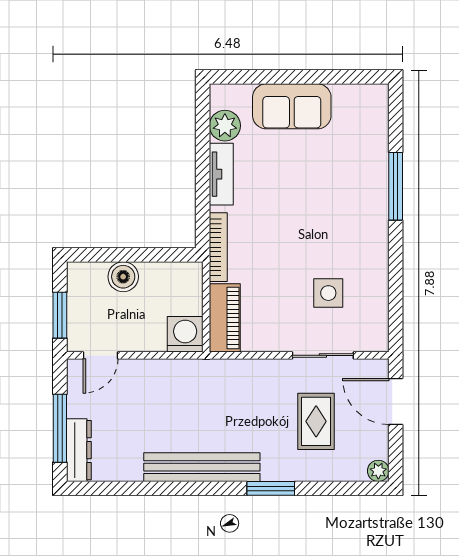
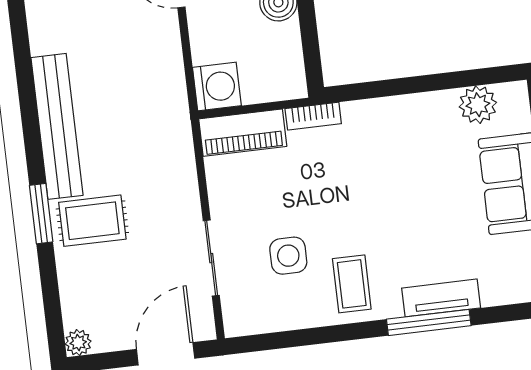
tv unit: (221, 174) -> (441, 298), moved, turned 180
coffee table: (357, 245) -> (352, 284), added
bookcase: (218, 247) -> (313, 116), width x0.64
rug: (316, 421) -> (92, 221), moved

